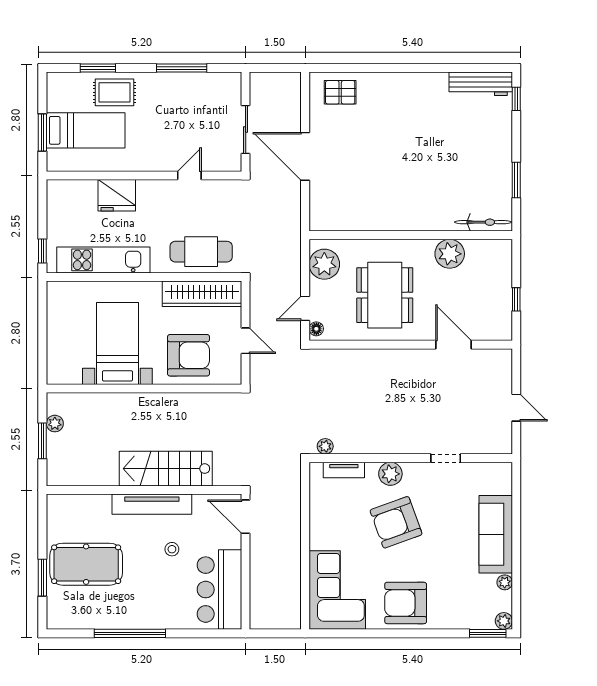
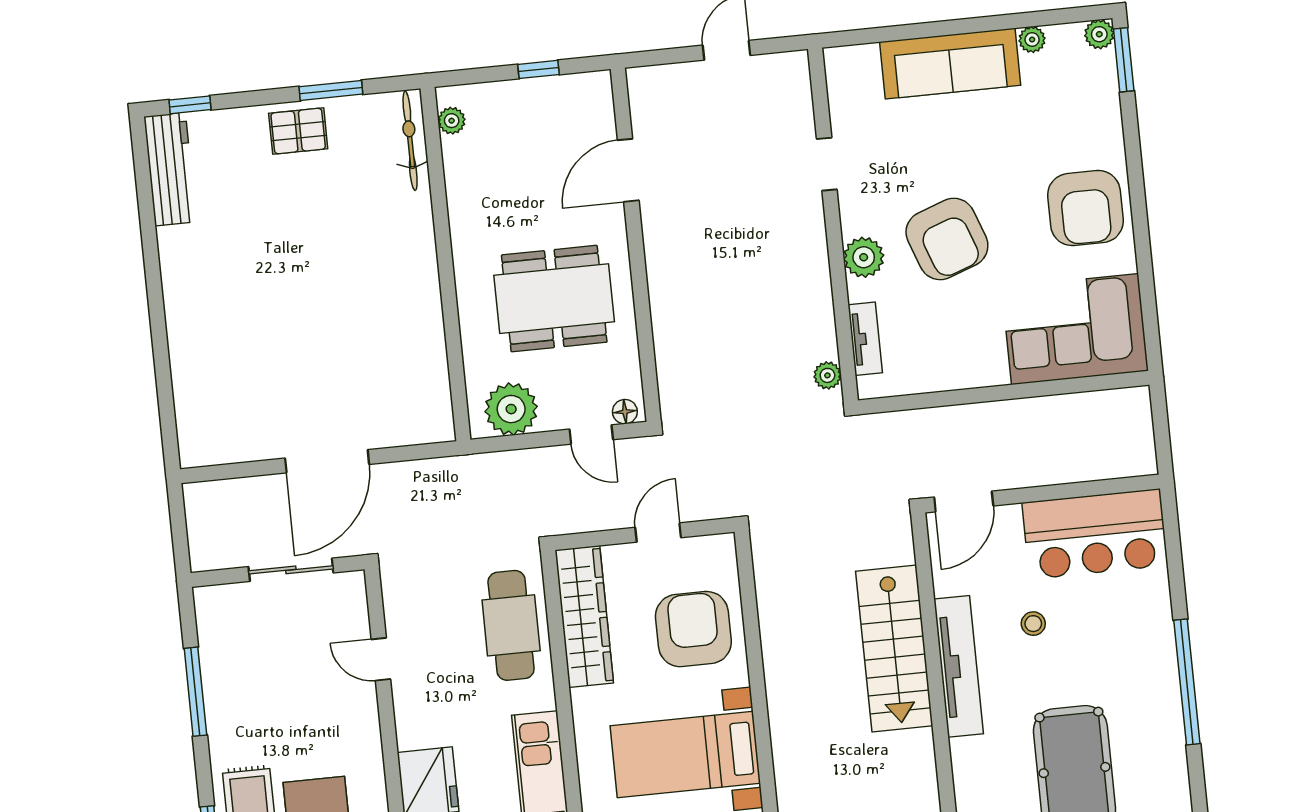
pallet: (340, 92) -> (298, 131), moved, turned 90
plant: (450, 254) -> (452, 121), moved, width x0.53, depth x0.53

